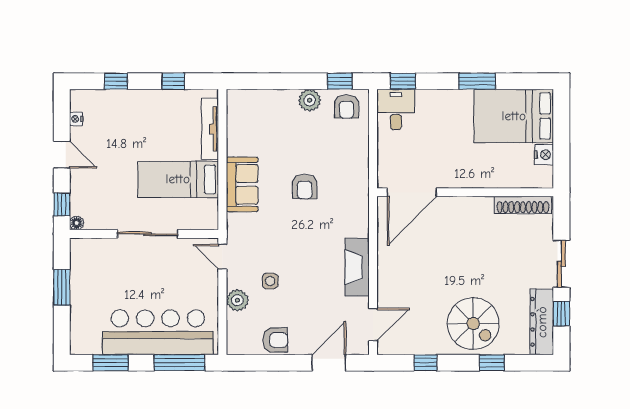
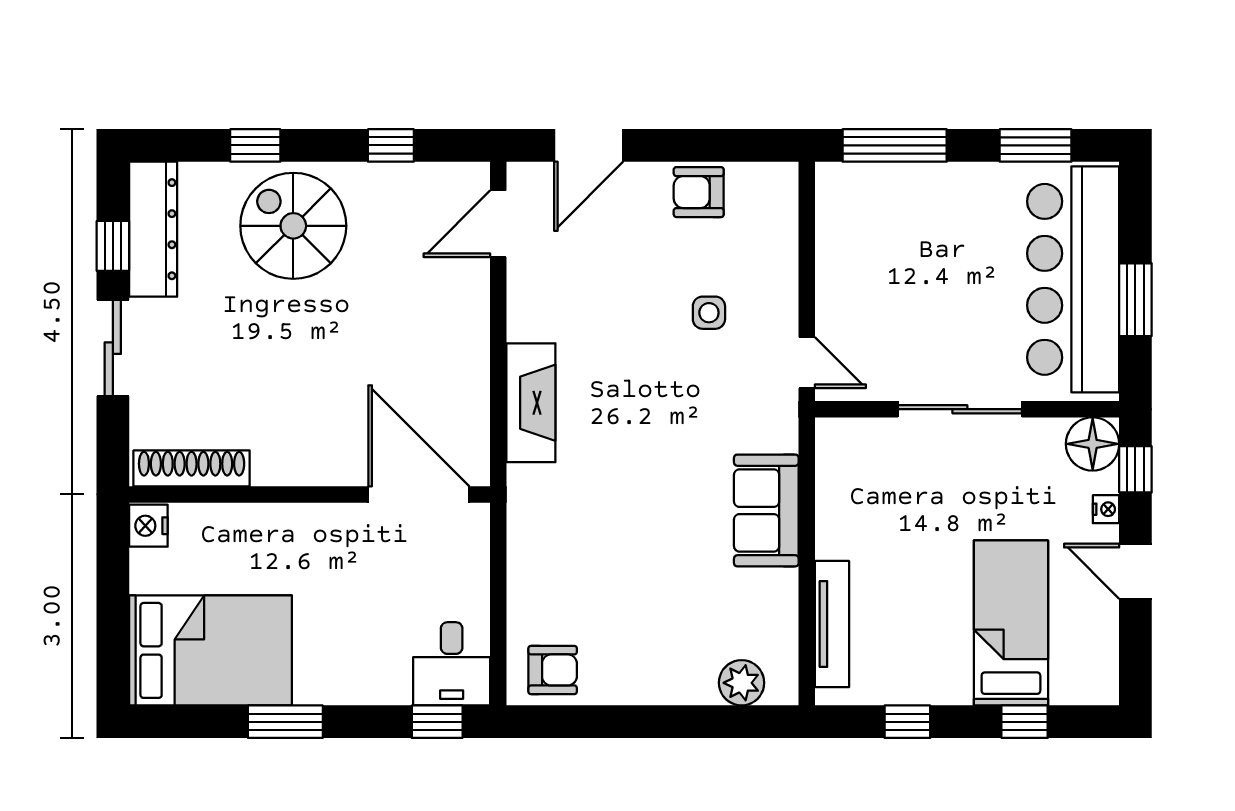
window: (340, 81) -> (567, 722), removed
plant: (310, 100) -> (742, 683), moved
armchair: (346, 106) -> (553, 670), turned 90
nightstand: (76, 119) -> (1106, 509), moved
nightstand: (544, 155) -> (148, 526), moved
bed: (178, 179) -> (1011, 623), moved, turned -90
armchair: (305, 187) -> (638, 506), removed
door: (412, 192) -> (419, 494), hinge flipped
floor lamp: (77, 223) -> (1093, 444), width x1.89, depth x1.89
fireplace: (357, 267) -> (531, 403), moved
plant: (237, 300) -> (776, 273), removed
bar counter: (158, 332) -> (1073, 279), moved, turned 90

